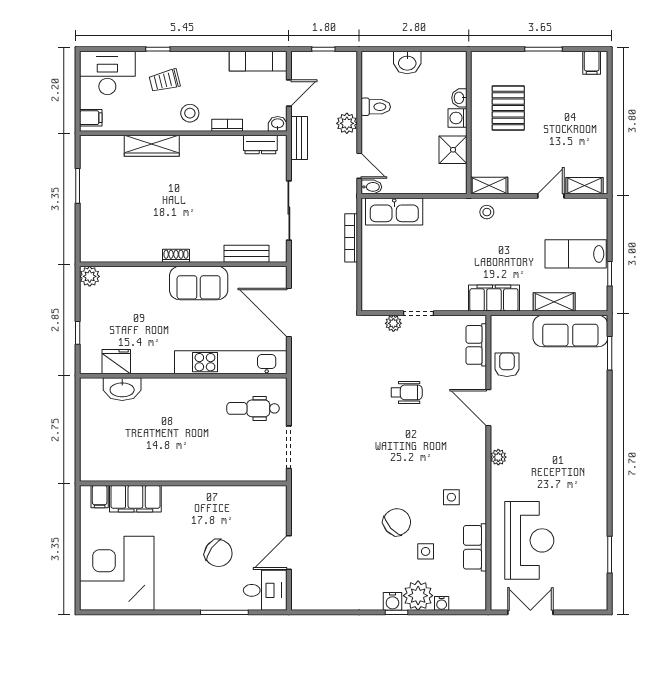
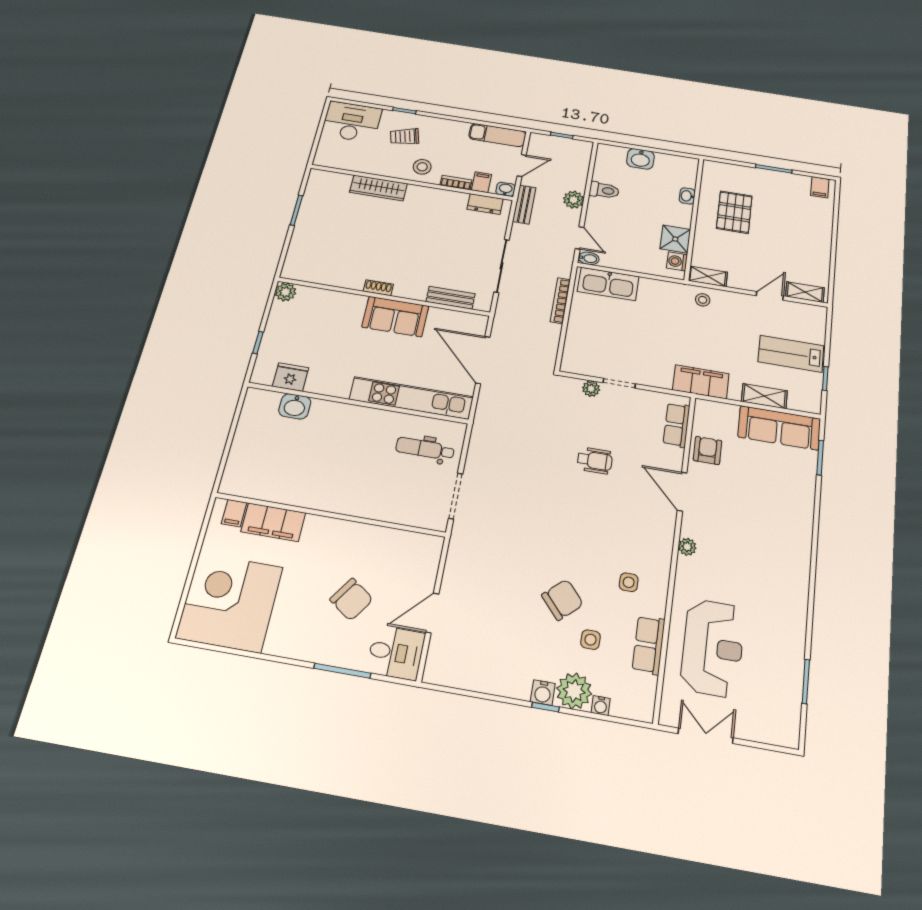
filing cabinet: (91, 118) -> (481, 182), moved, turned -90
washing machine: (457, 118) -> (677, 261), moved
washbasin: (122, 389) -> (295, 406), width x0.72

